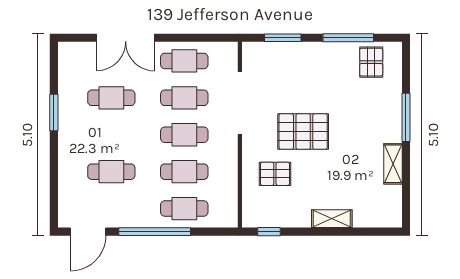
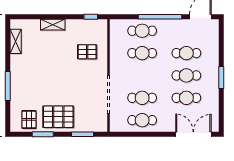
double door: (126, 38) -> (193, 134), moved
window: (348, 38) -> (43, 134), width x0.69
window: (54, 113) -> (221, 77), moved
pallet: (303, 131) -> (58, 117), moved
cafe table: (184, 135) -> (186, 75), moved
shelving: (393, 164) -> (16, 41), moved

